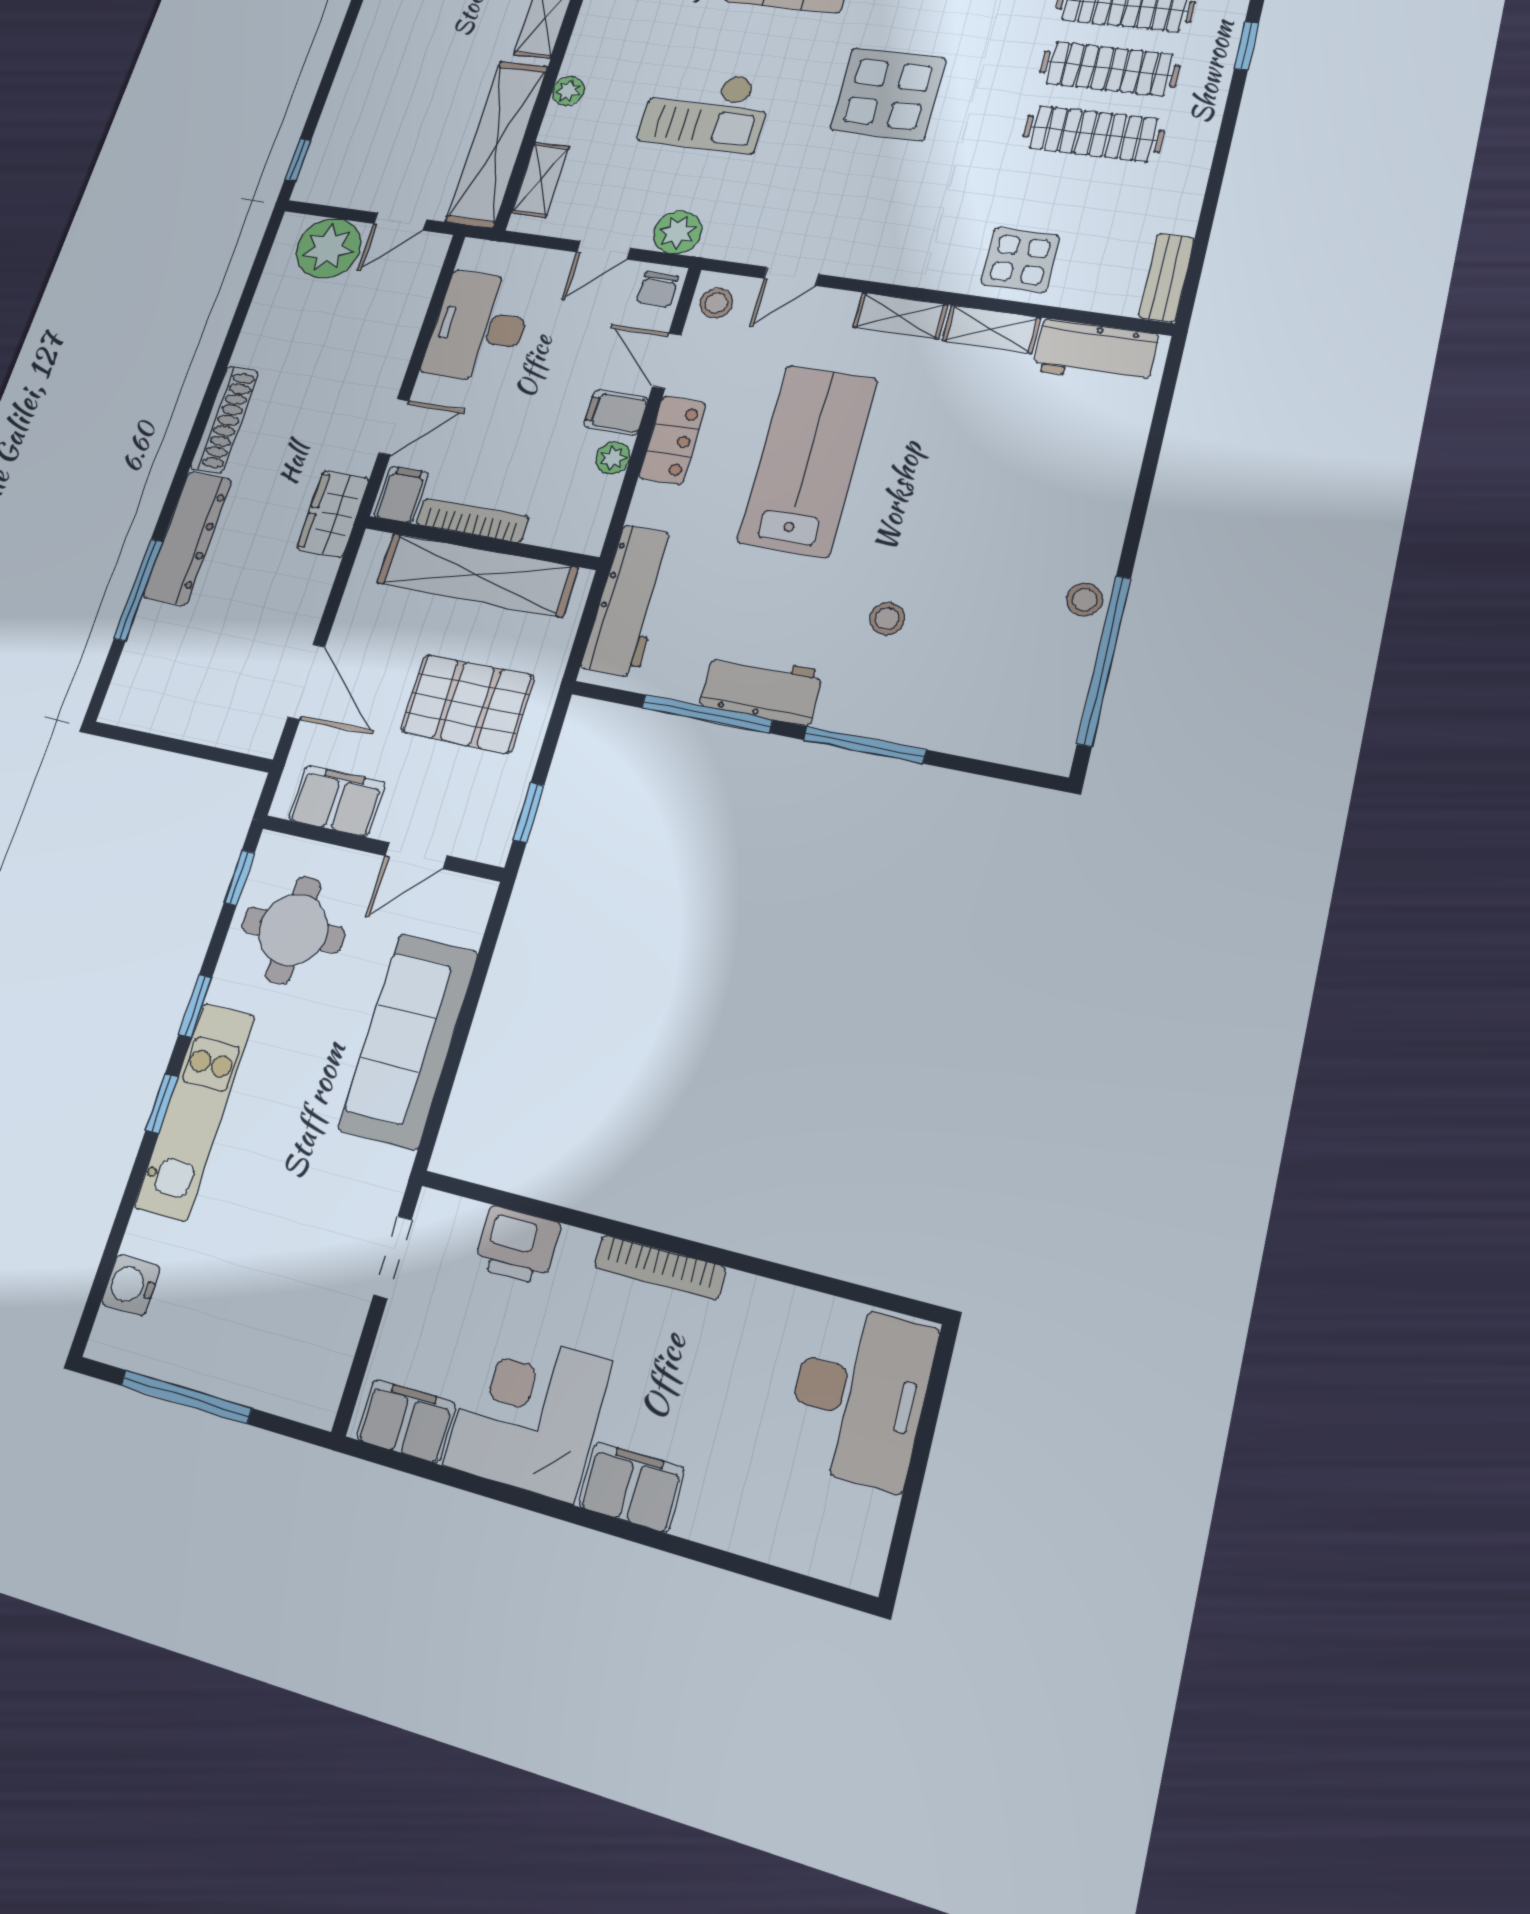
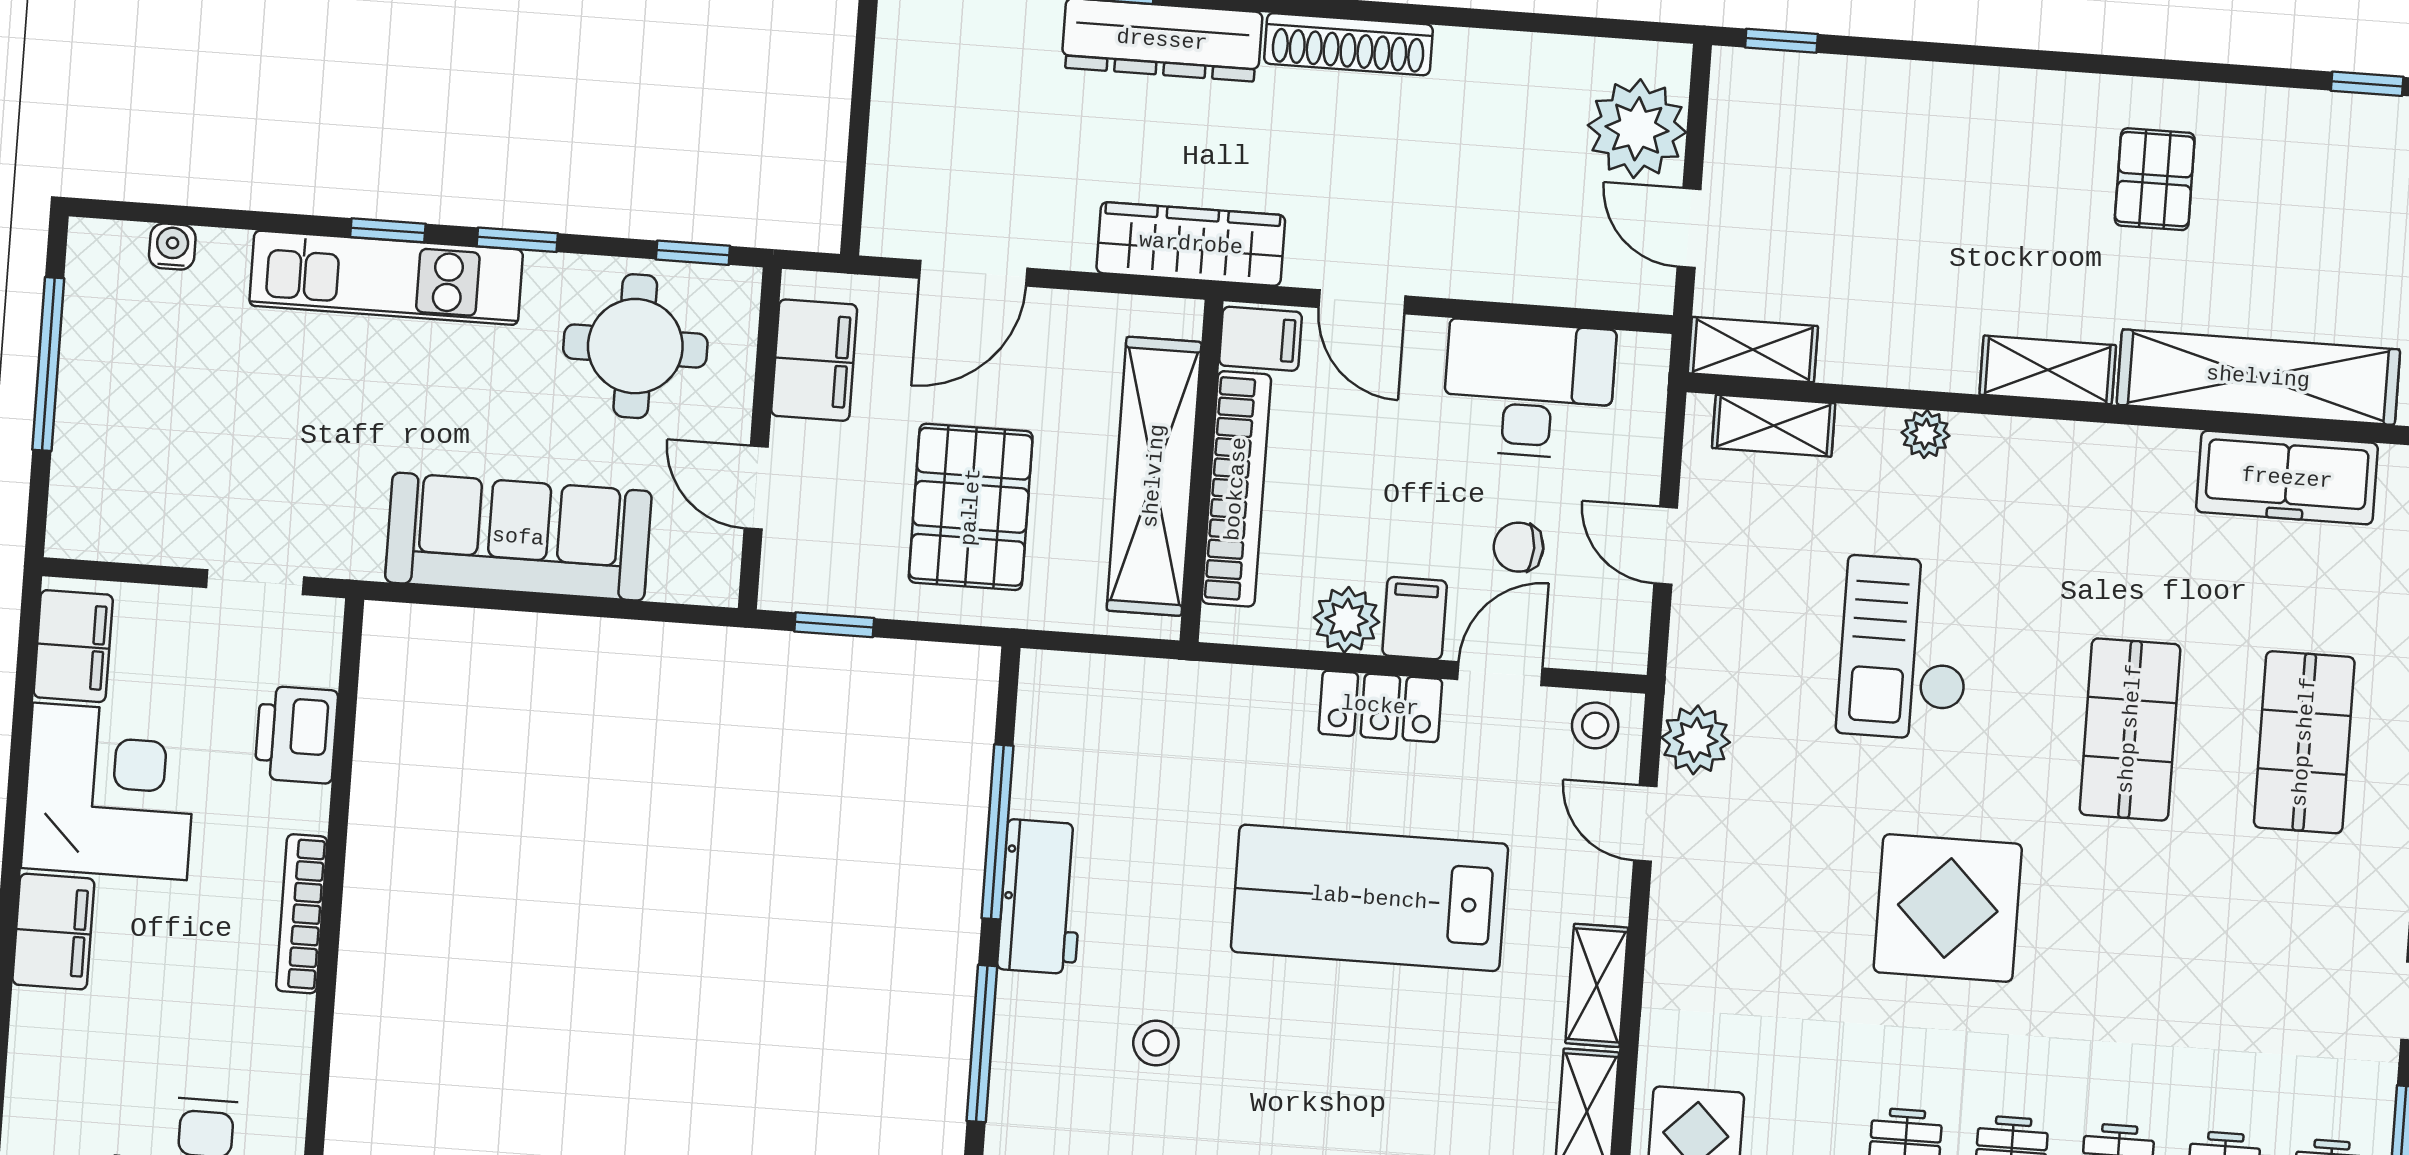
shelving: (497, 144) -> (1753, 350), width x0.45, depth x0.75
plant: (677, 232) -> (1696, 740), moved
chair: (657, 289) -> (1519, 547), moved
plant: (613, 458) -> (1347, 620), width x1.38, depth x1.38
lab bench: (808, 460) -> (1369, 898), turned 180
wardrobe: (333, 514) -> (1191, 244), width x1.50
bookcase: (472, 520) -> (1236, 489), width x1.48, depth x1.31
workbench: (630, 601) -> (1141, 697), removed
water cooler: (131, 1285) -> (172, 247), width x0.72, depth x0.72

